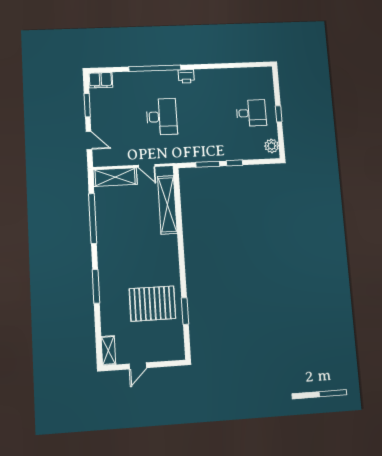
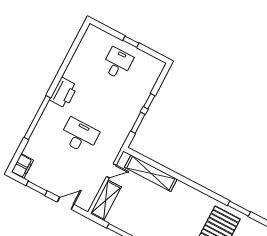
printer: (186, 76) -> (64, 93), width x1.87, depth x1.48
plant: (272, 146) -> (153, 64), removed

